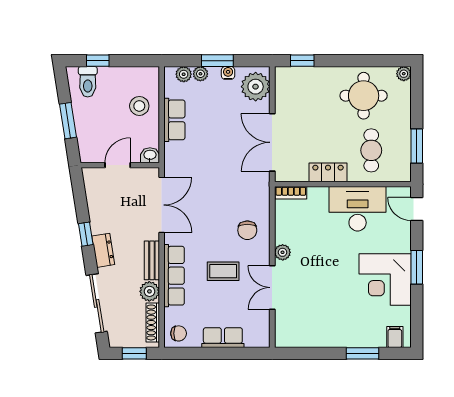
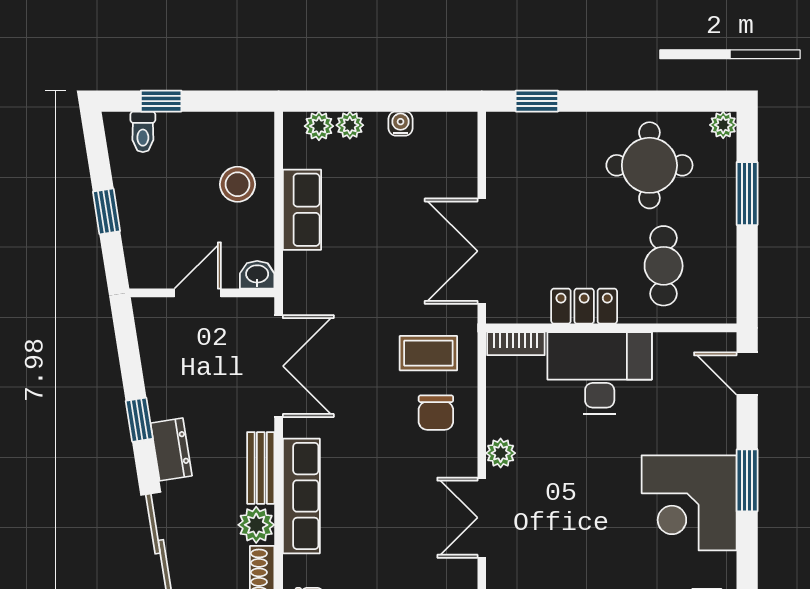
window: (217, 61) -> (381, 101), removed
toilet: (88, 82) -> (143, 132), width x0.73, depth x0.72
plant: (256, 87) -> (451, 149), removed
window: (68, 121) -> (107, 211), width x0.67
window: (417, 146) -> (747, 194), moved
desk: (358, 209) -> (600, 373), moved
coffee table: (223, 271) -> (428, 353), moved

